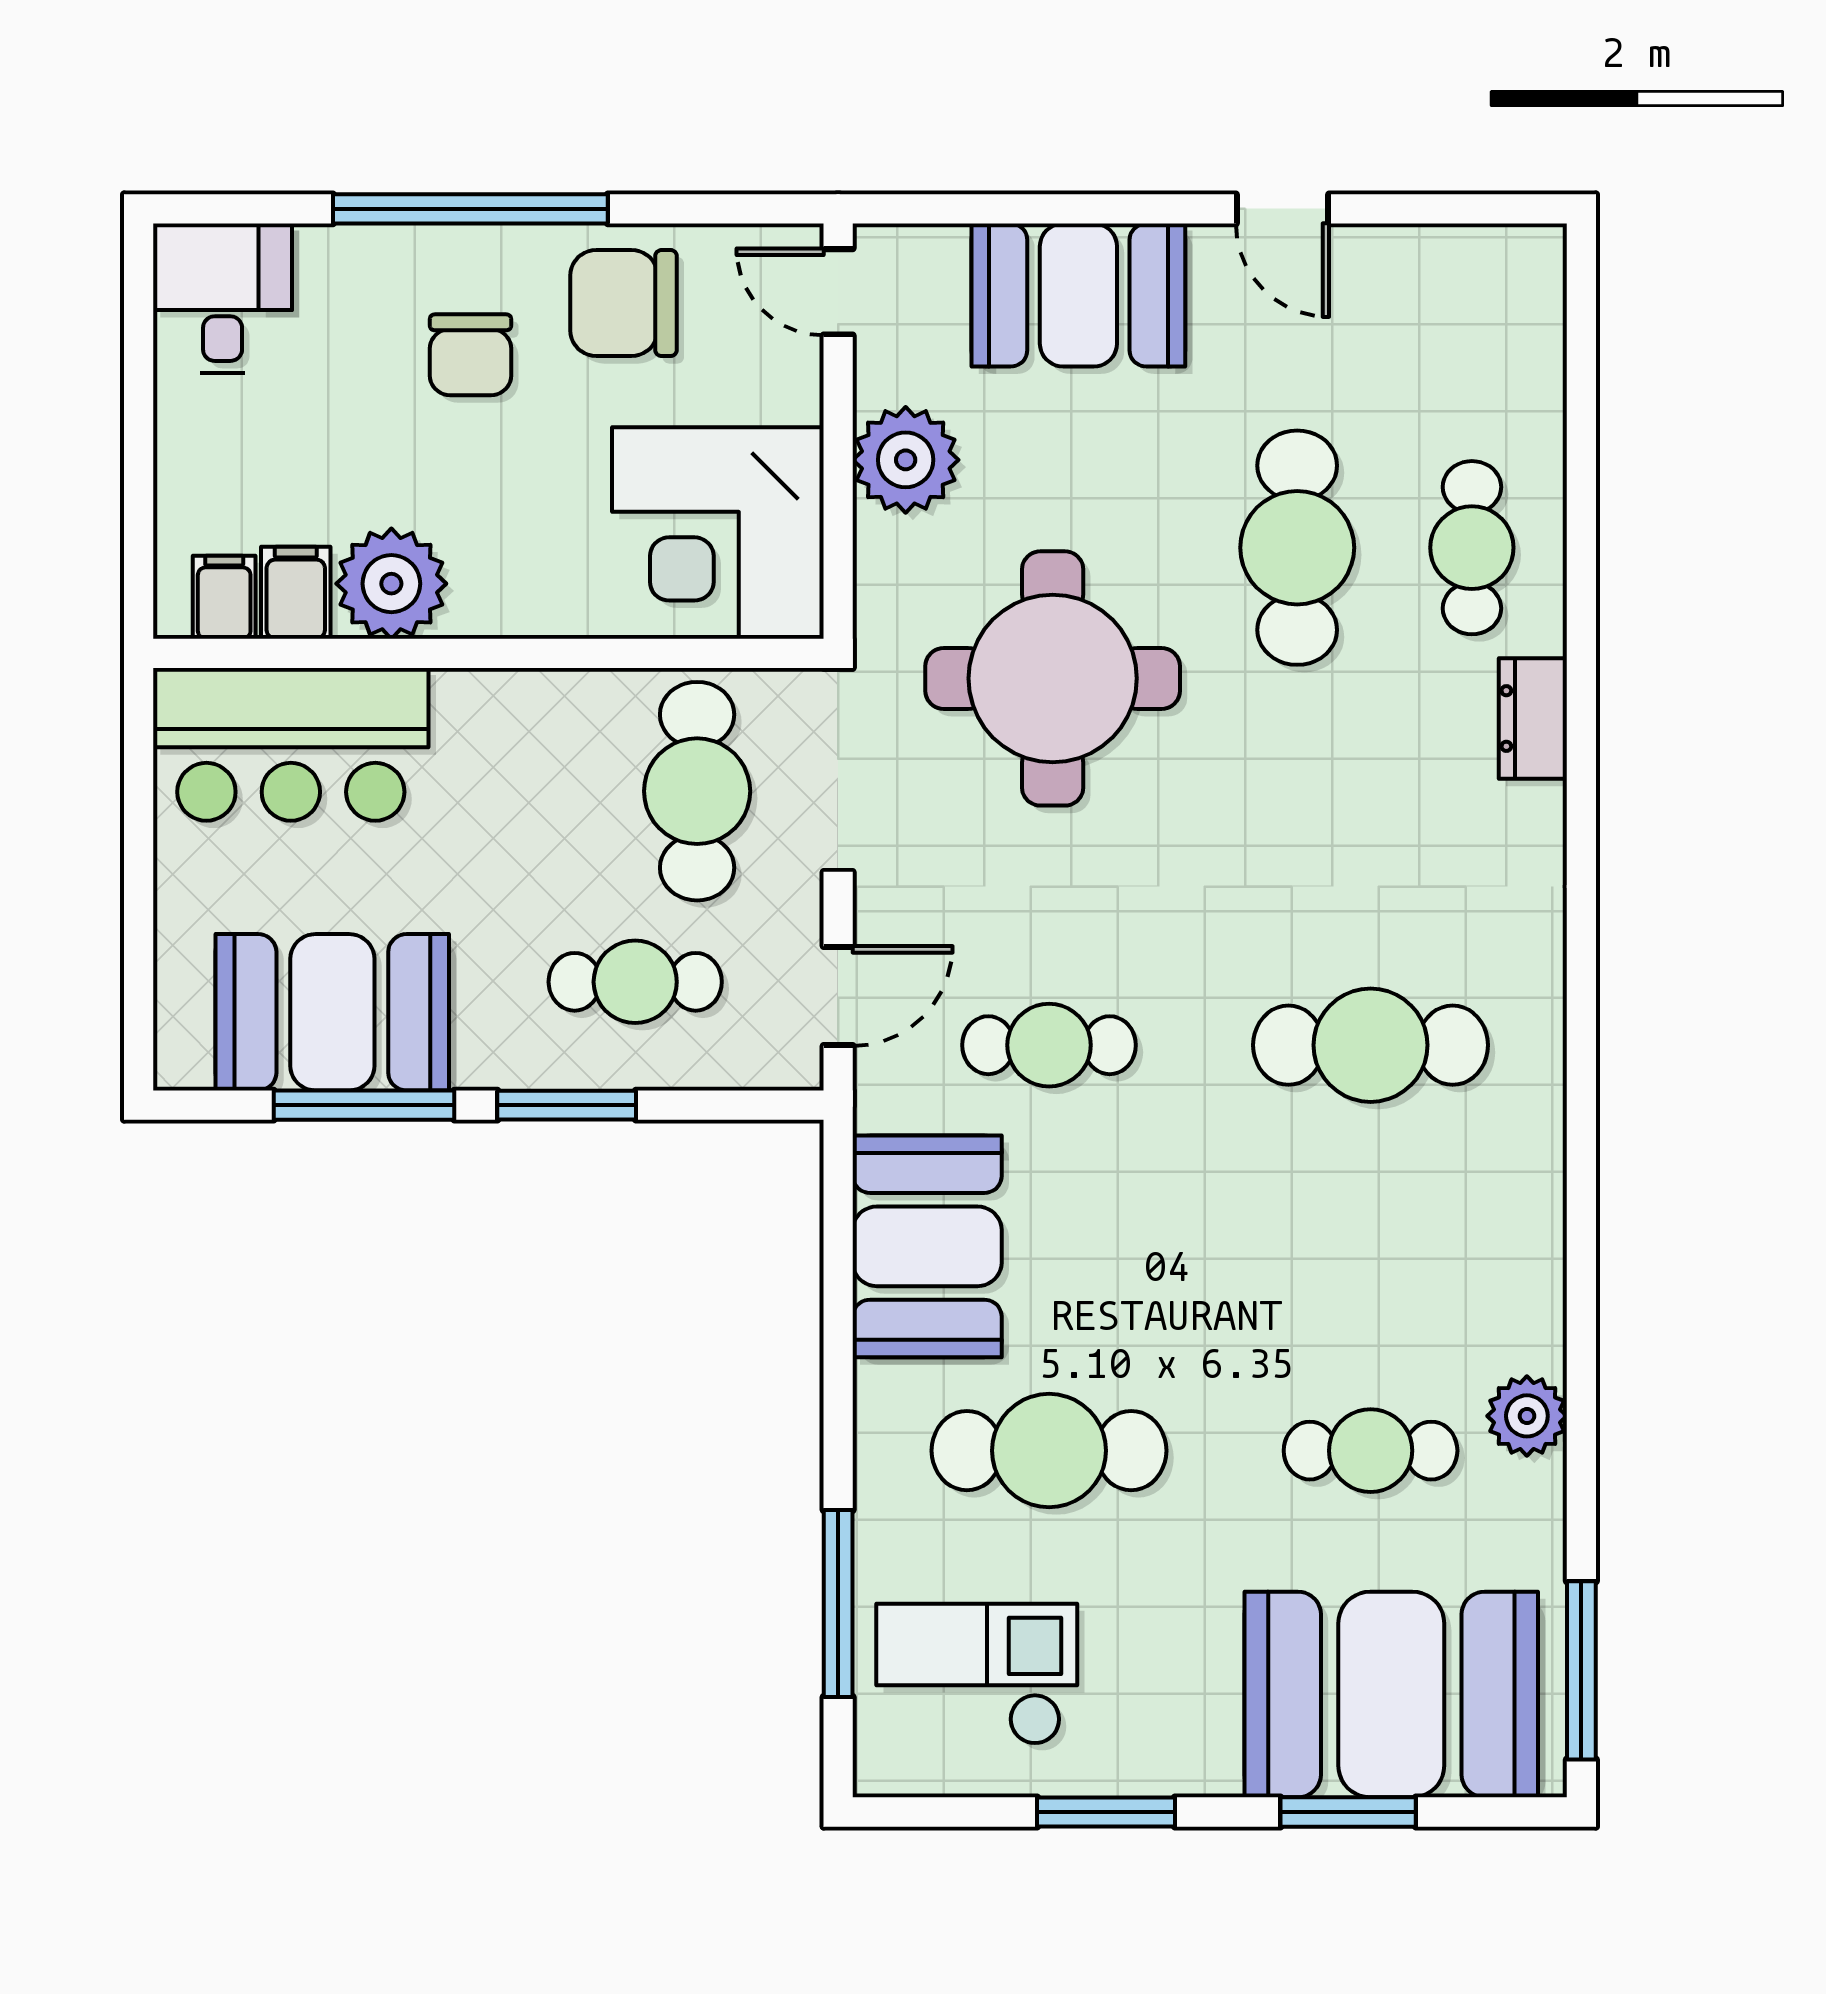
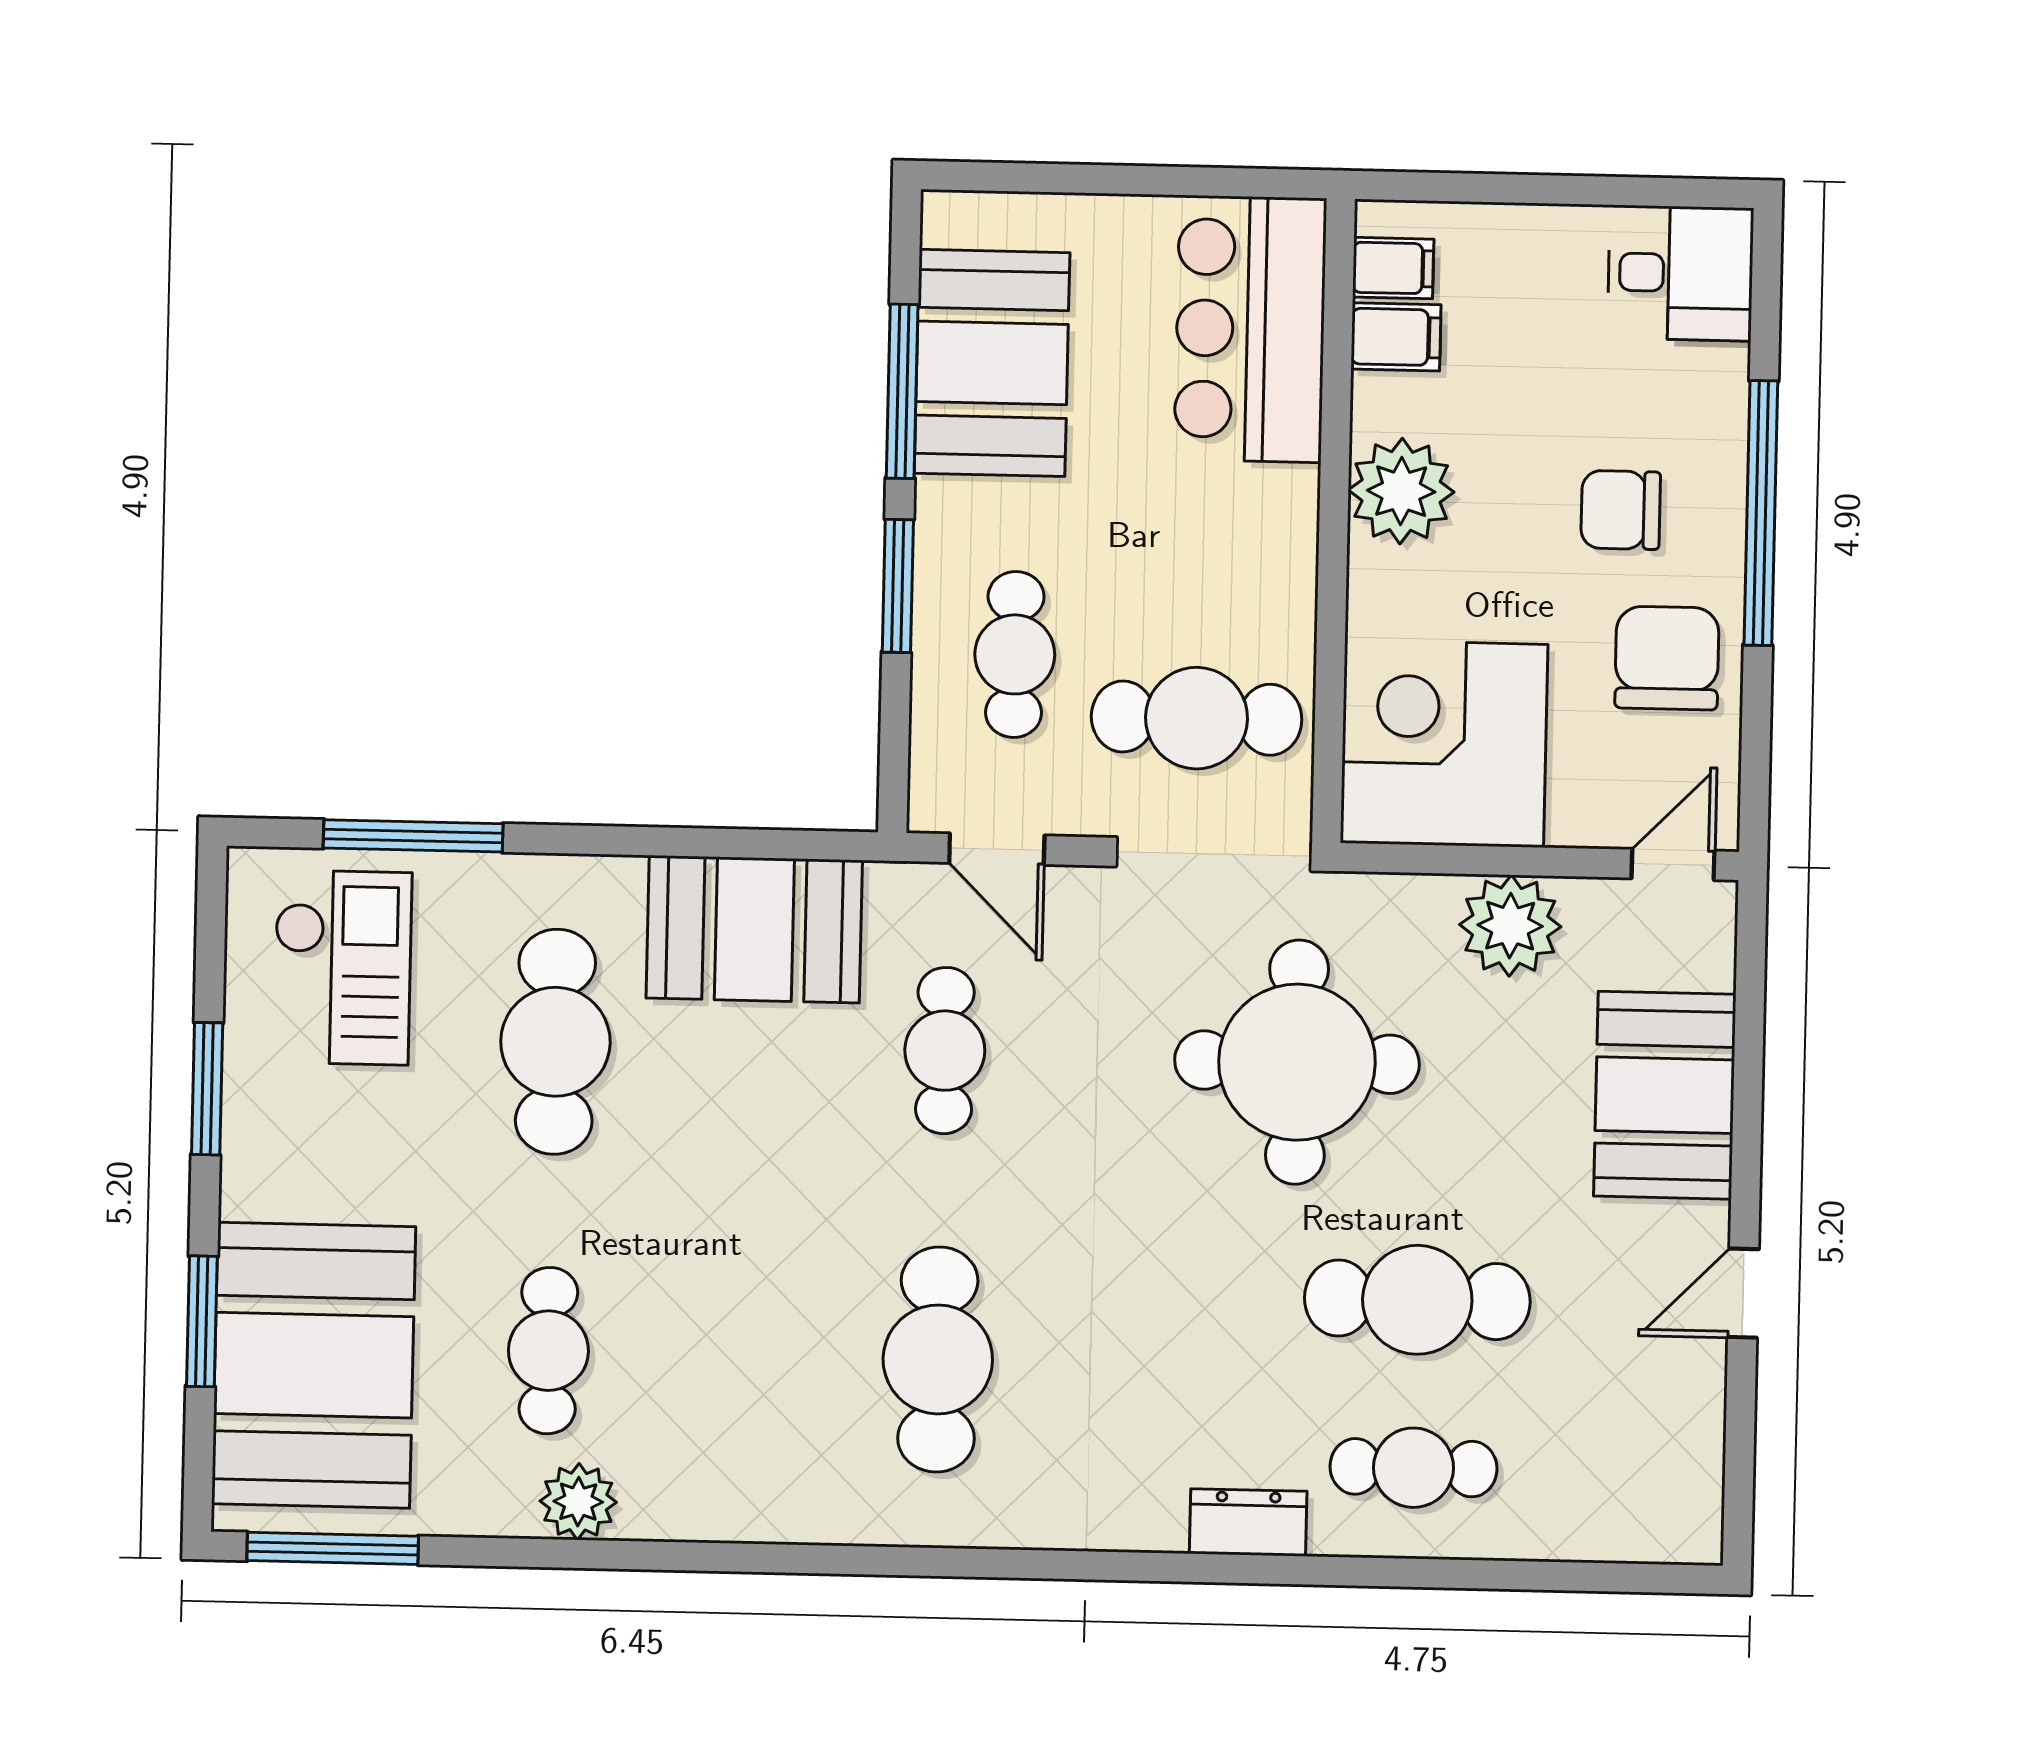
plant: (391, 584) -> (1401, 491), moved

